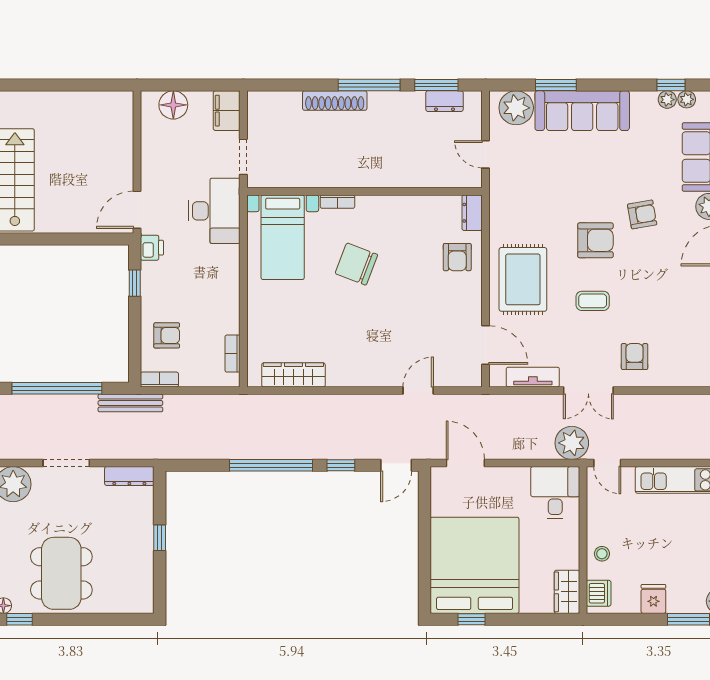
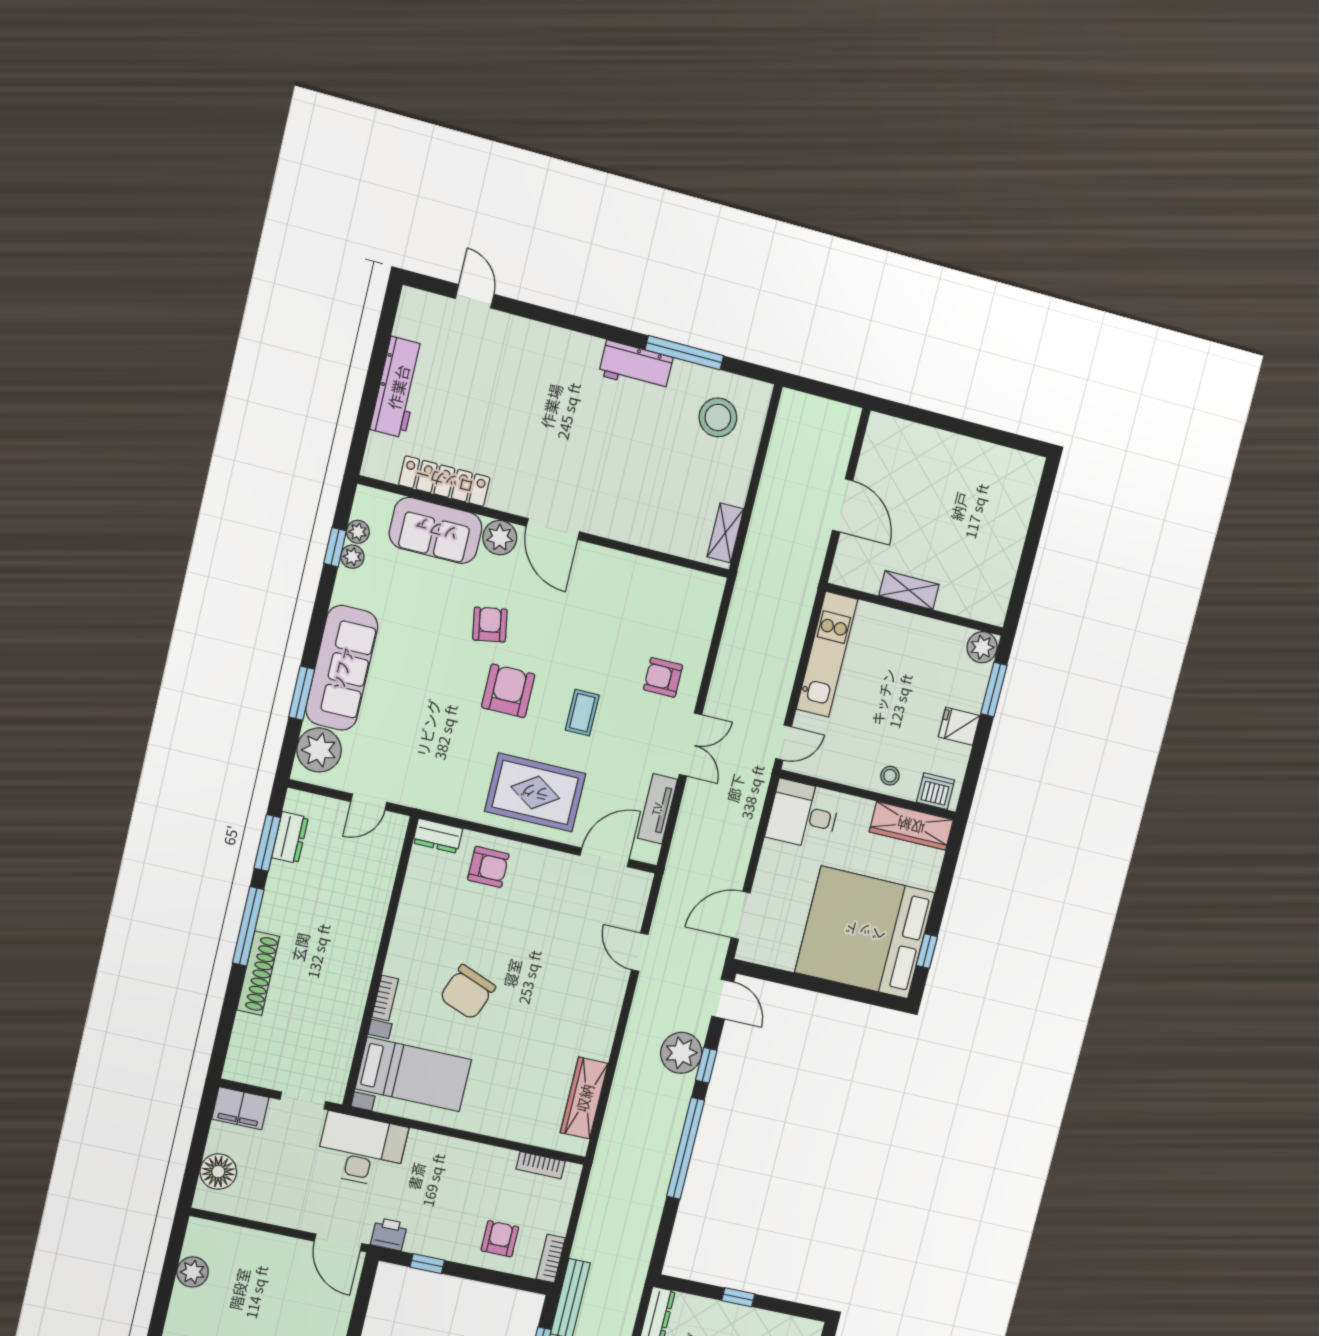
plant: (90, 103) -> (193, 1272), added
plant: (572, 443) -> (681, 1053), moved
wardrobe: (567, 592) -> (911, 826), width x1.50

